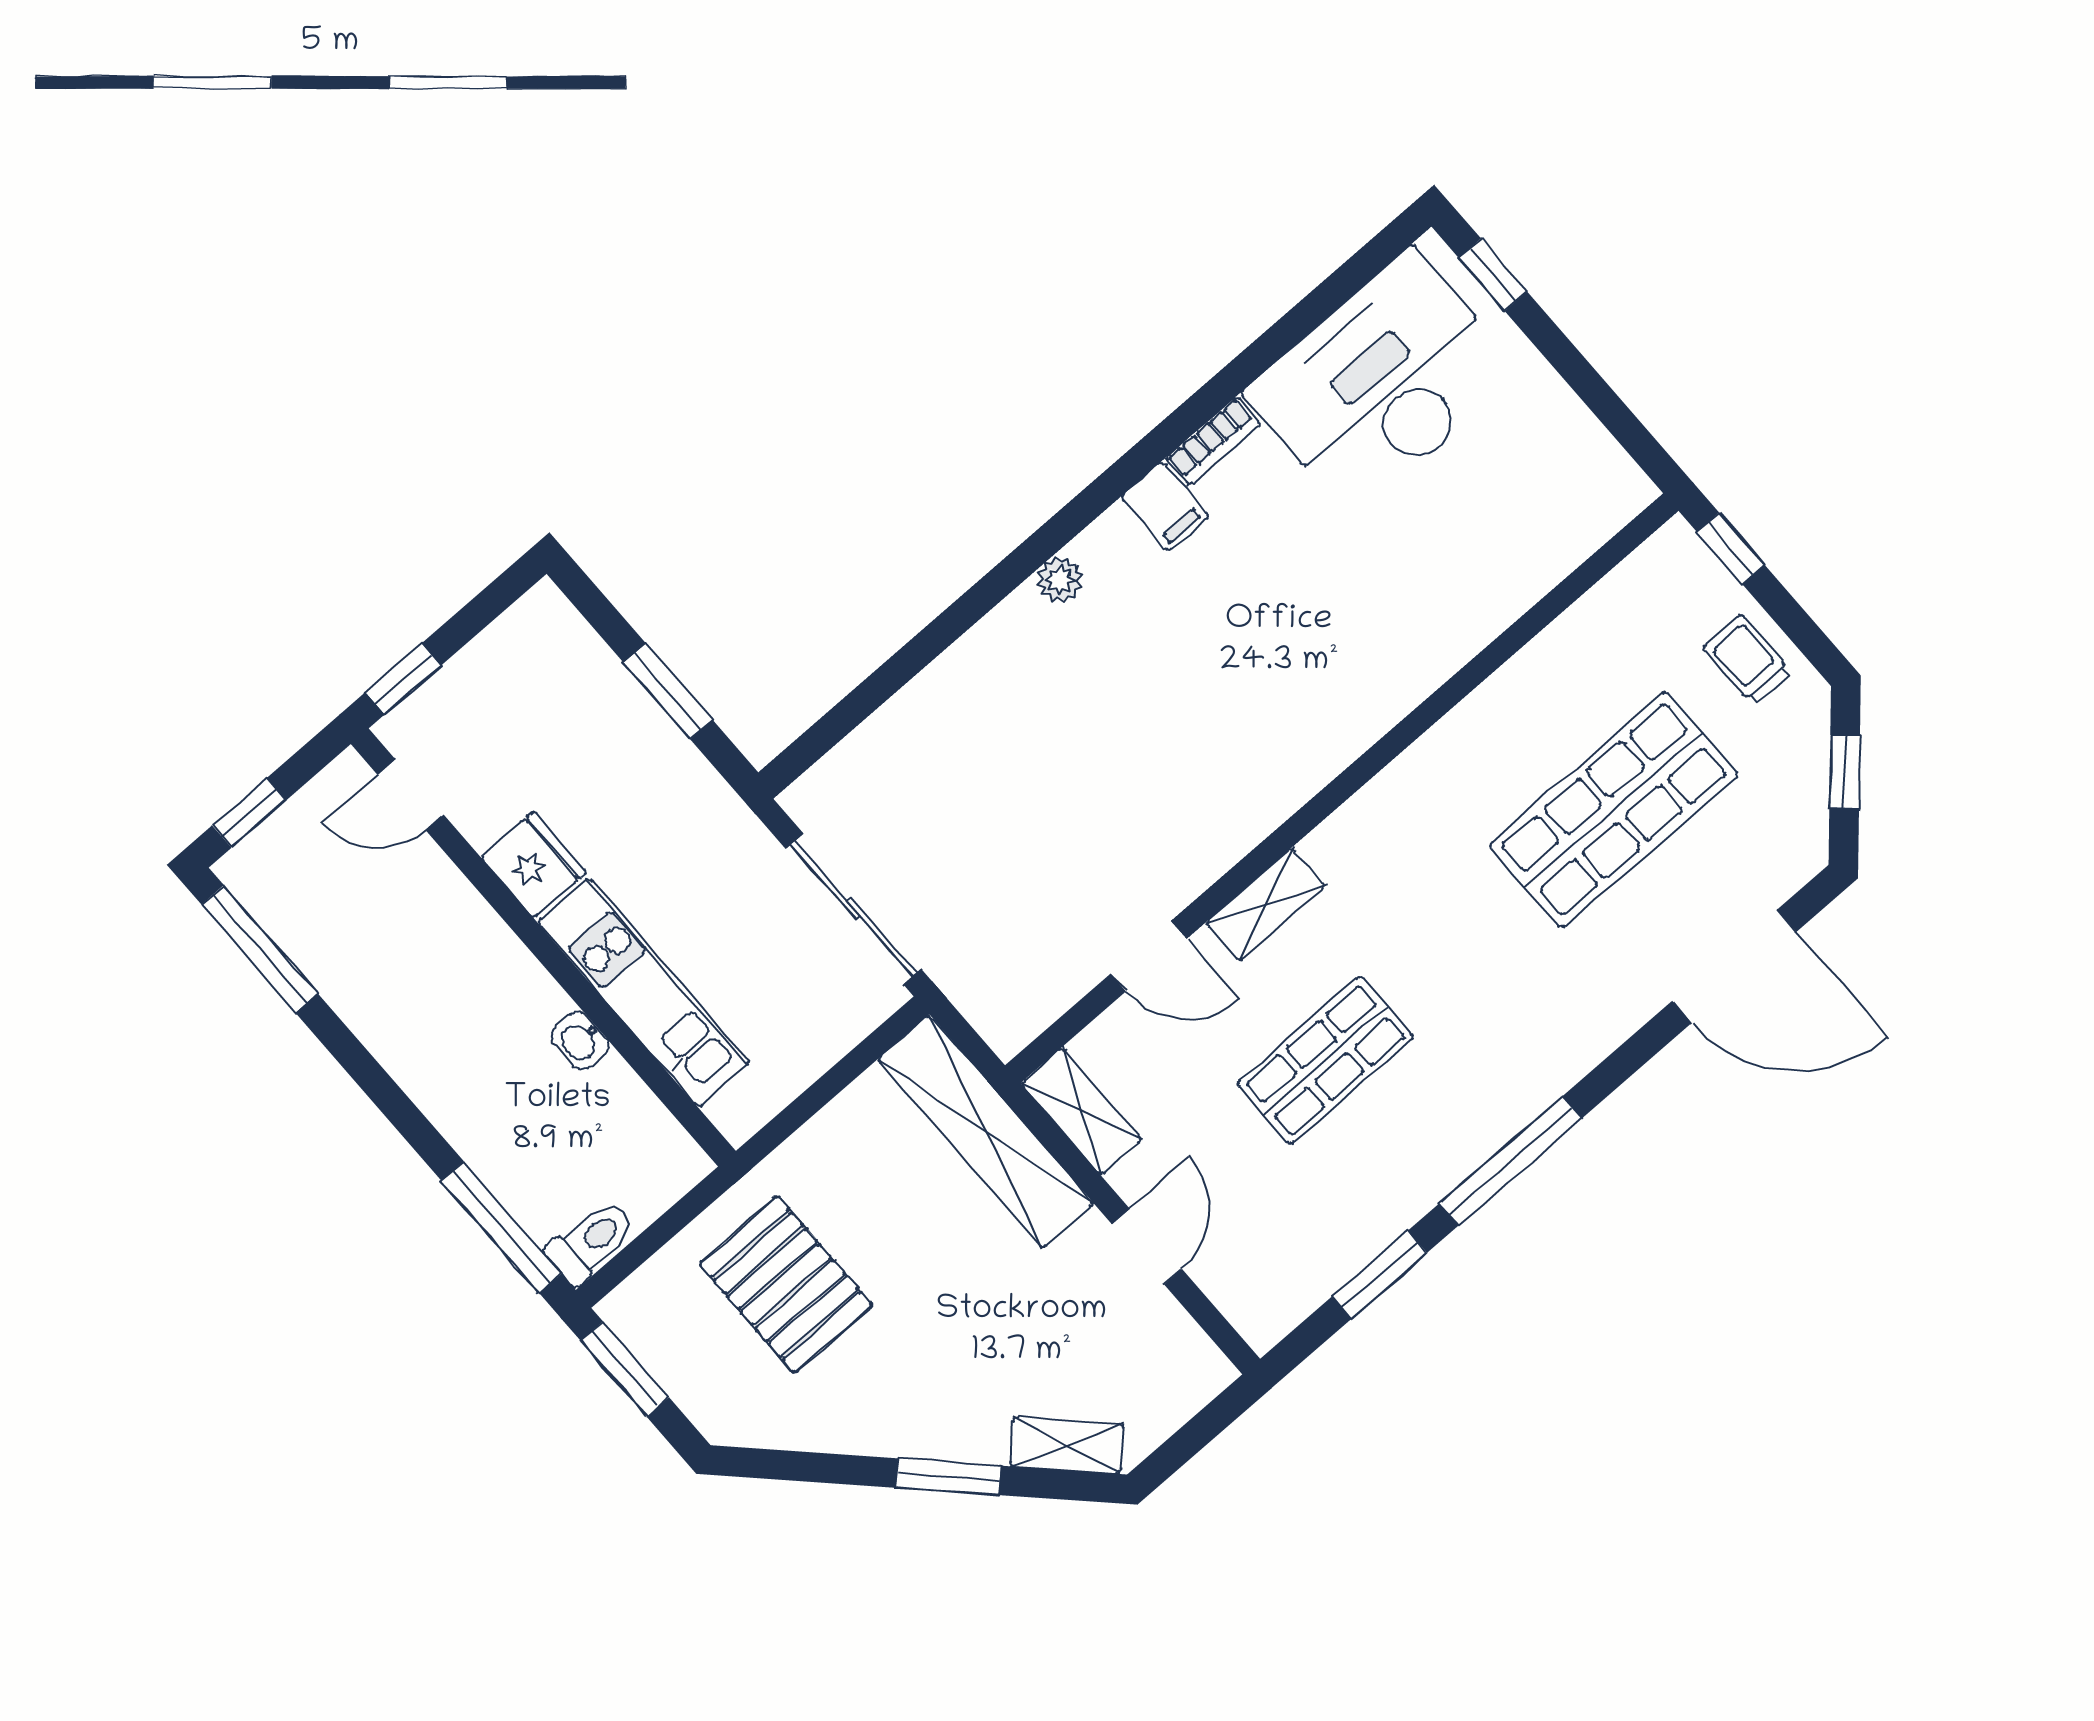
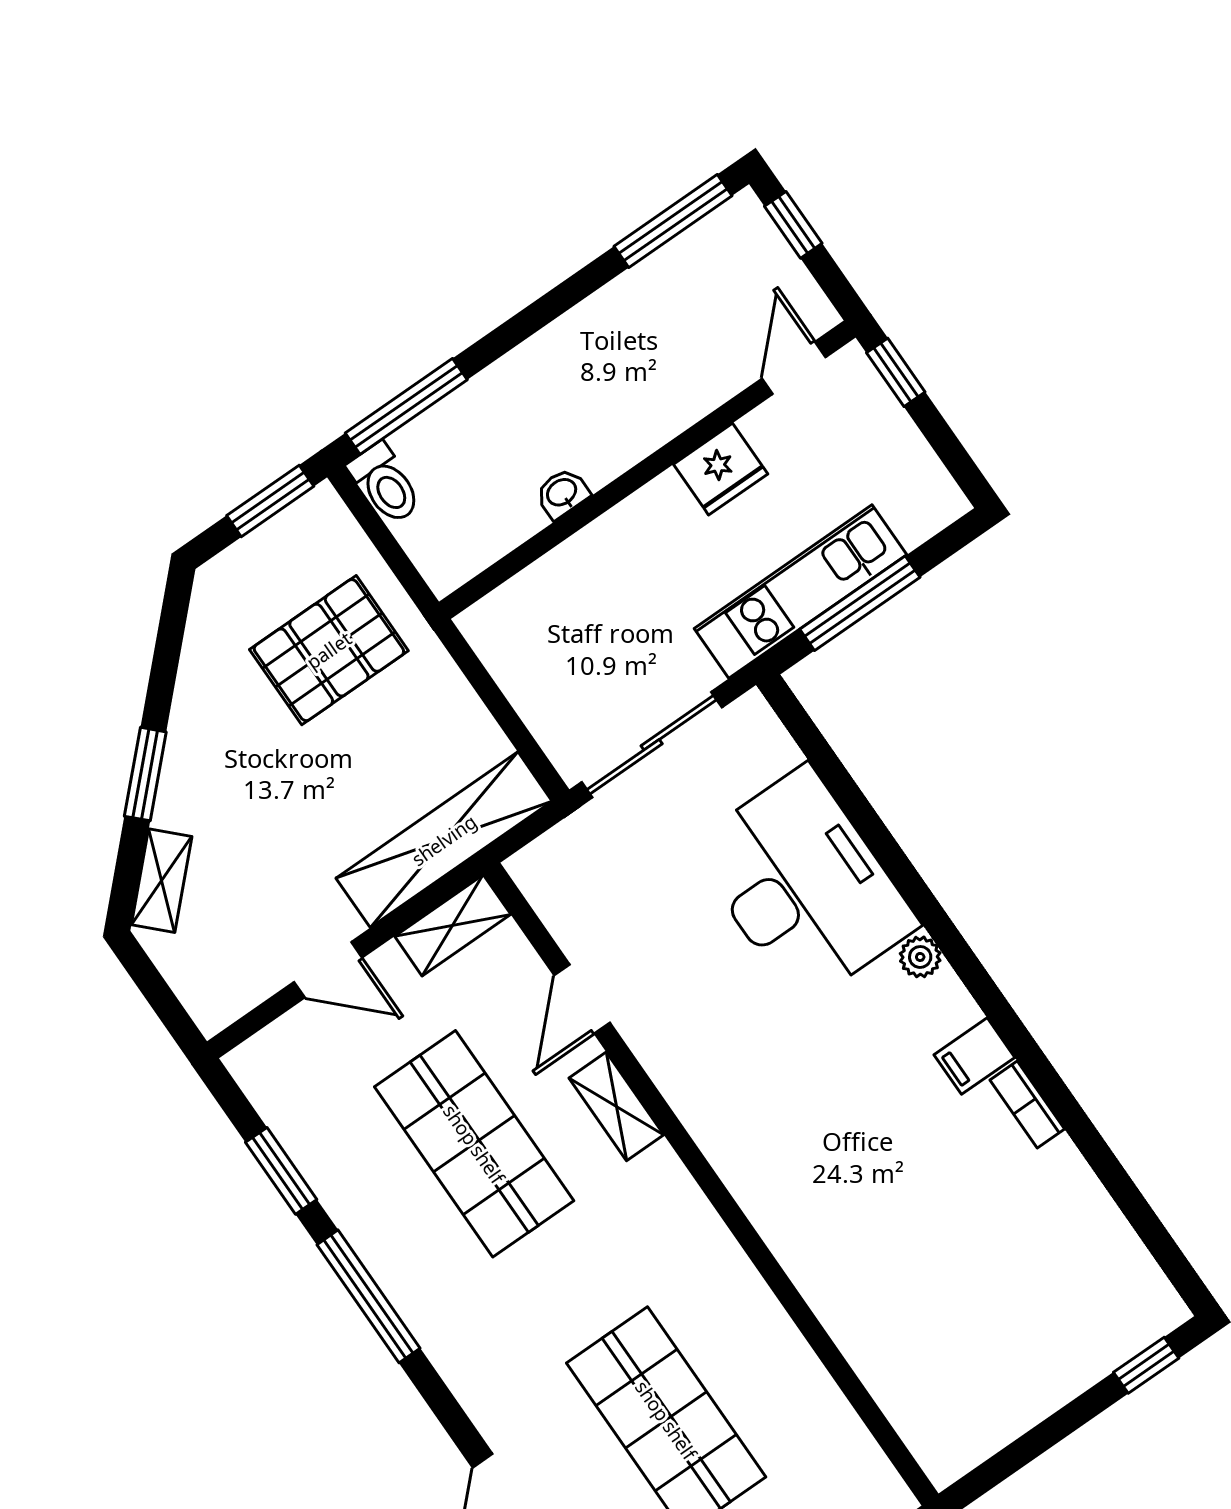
desk: (1382, 382) -> (804, 886), moved
window: (668, 691) -> (860, 603), width x1.44
kitchen unit: (644, 992) -> (800, 592), moved, turned 180
shop shelf: (1325, 1060) -> (474, 1144), width x1.43, depth x1.36

